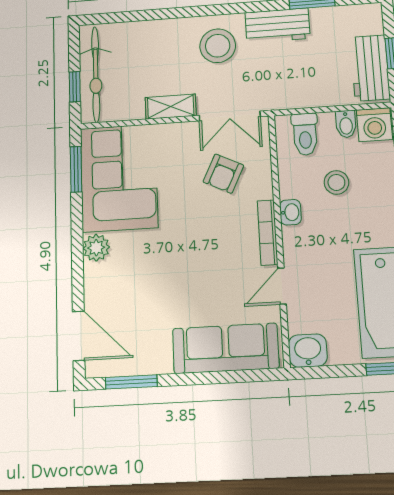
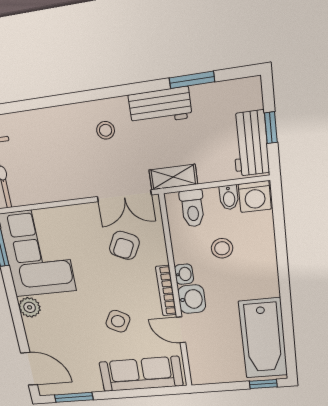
stool: (218, 46) -> (106, 130), width x0.53, depth x0.53
shelving: (171, 107) -> (173, 177), moved
side table: (204, 271) -> (118, 321), added
door: (282, 286) -> (181, 330), hinge flipped
washbasin: (308, 351) -> (192, 299), moved, turned 90

